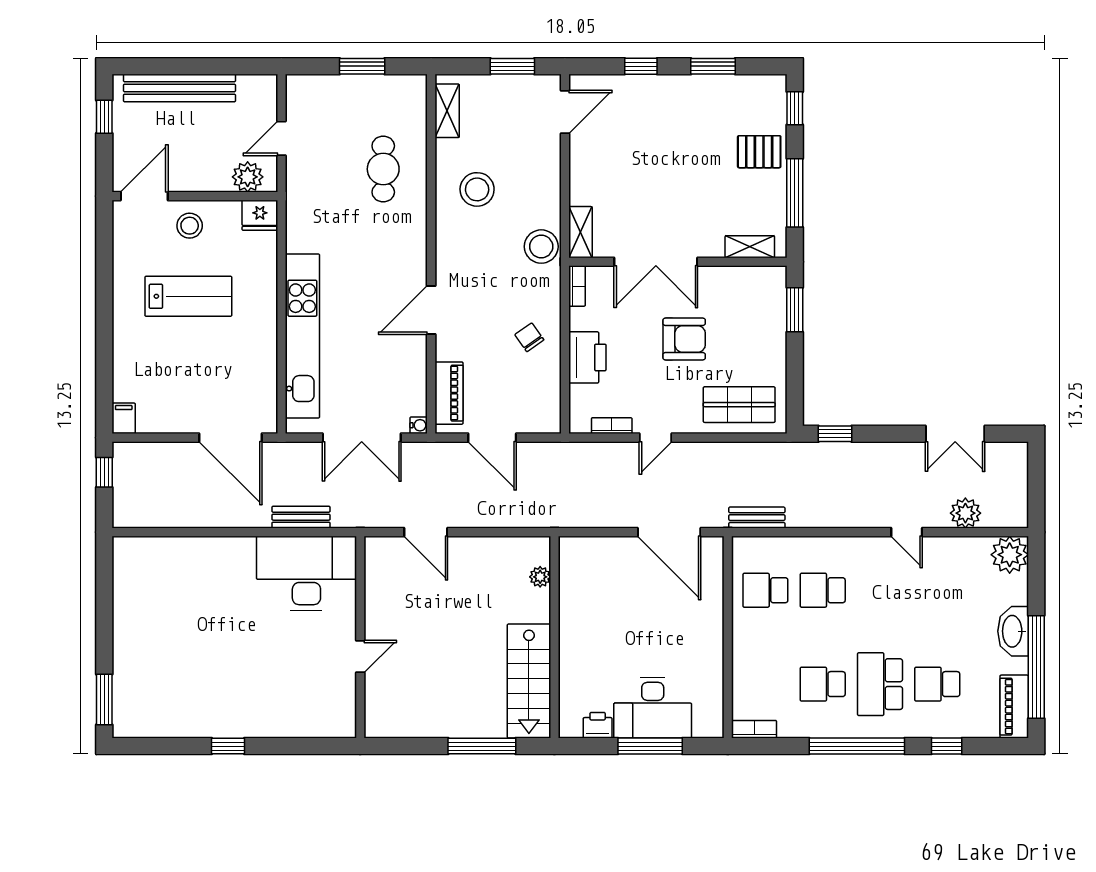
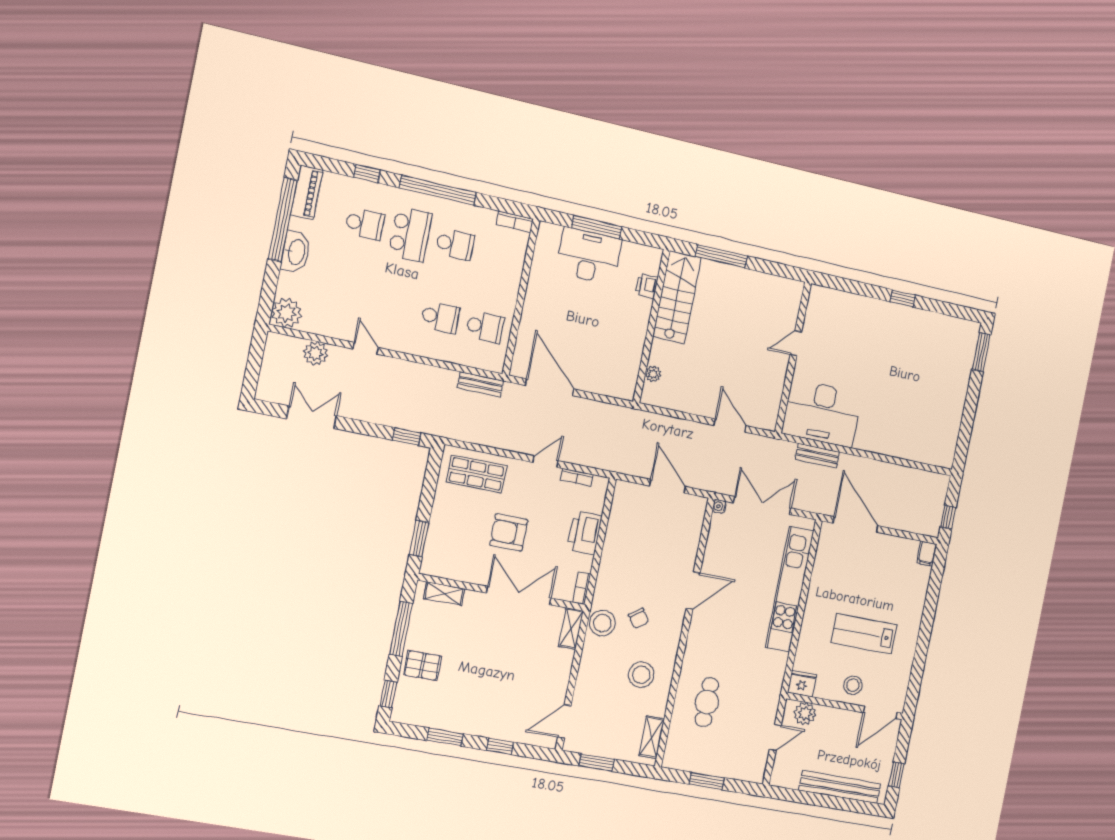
chair: (529, 337) -> (639, 618), moved
piano: (449, 393) -> (692, 526), removed
printer: (598, 725) -> (646, 286), moved, turned 90

